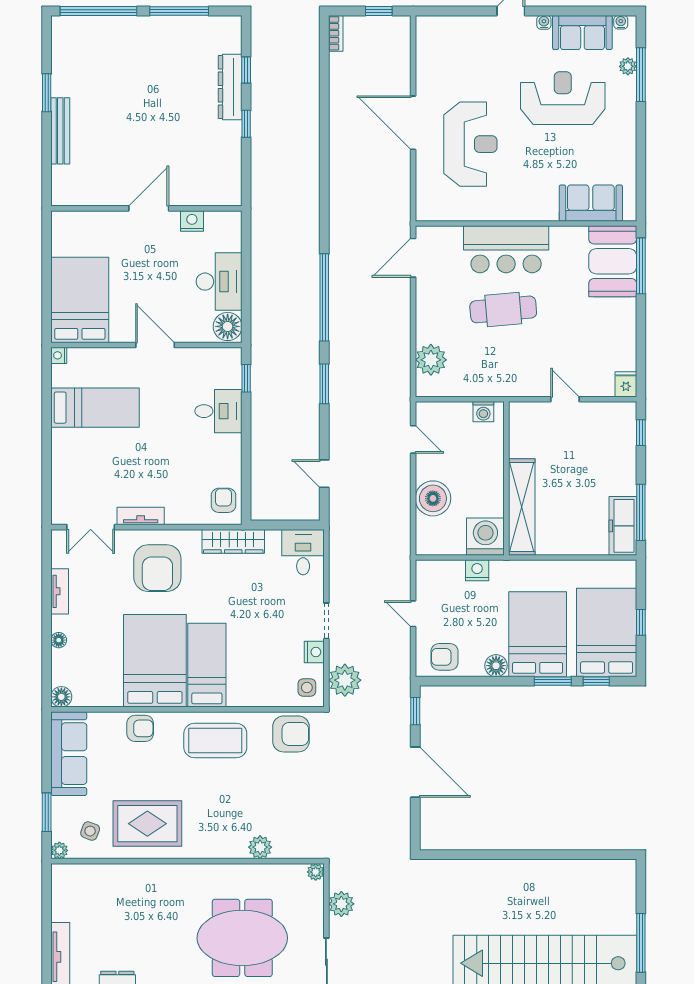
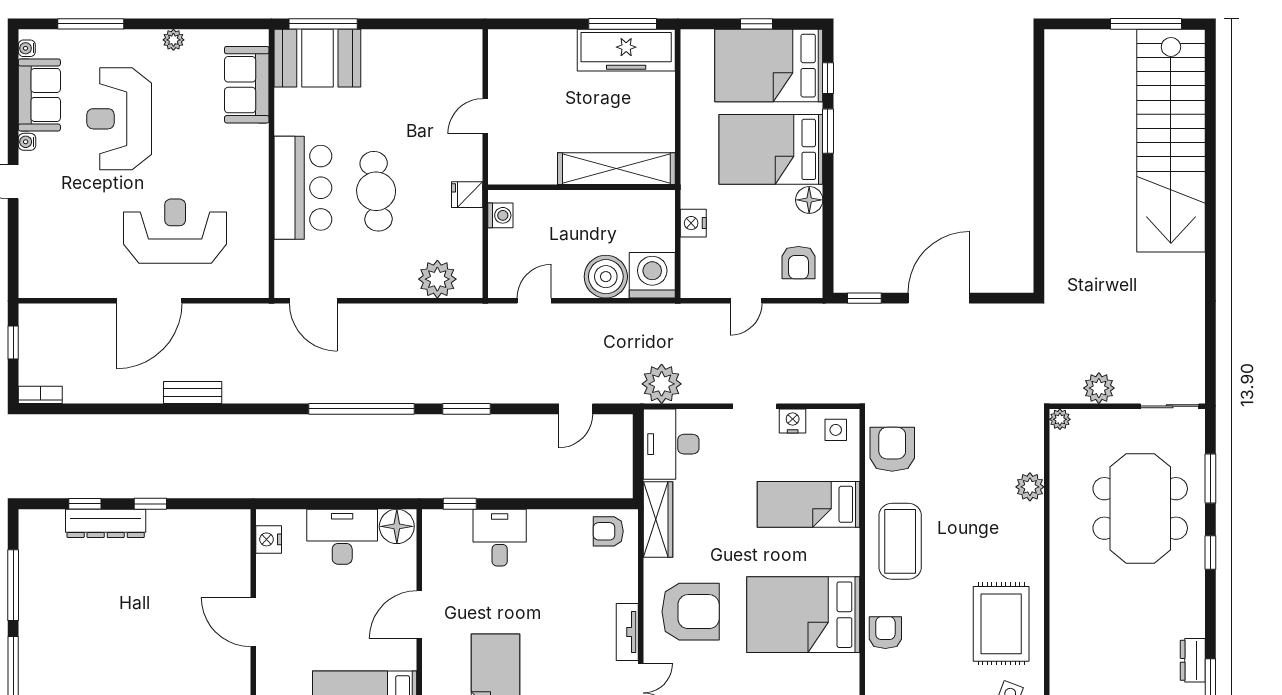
plant: (628, 66) -> (173, 40), moved
bench: (338, 159) -> (193, 392), added
nightstand: (192, 221) -> (269, 539), moved
fridge: (626, 384) -> (467, 195), moved
window: (641, 433) -> (526, 24), removed
freezer: (623, 526) -> (626, 50), width x1.36, depth x1.26
washing machine: (485, 537) -> (652, 275), moved, turned 90
desk: (303, 552) -> (671, 444), width x1.37
bed: (207, 665) -> (809, 504), moved
plant: (345, 680) -> (662, 384), moved

